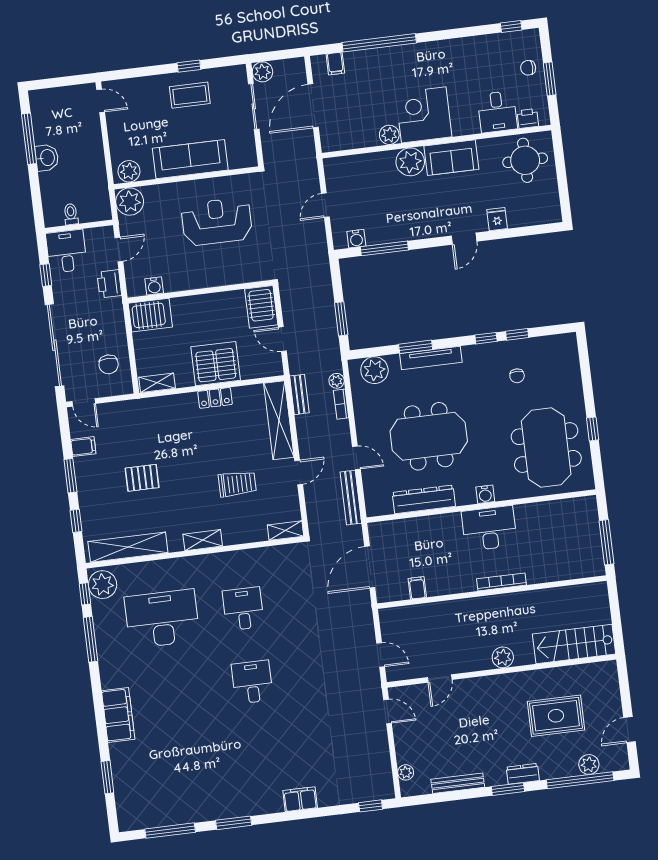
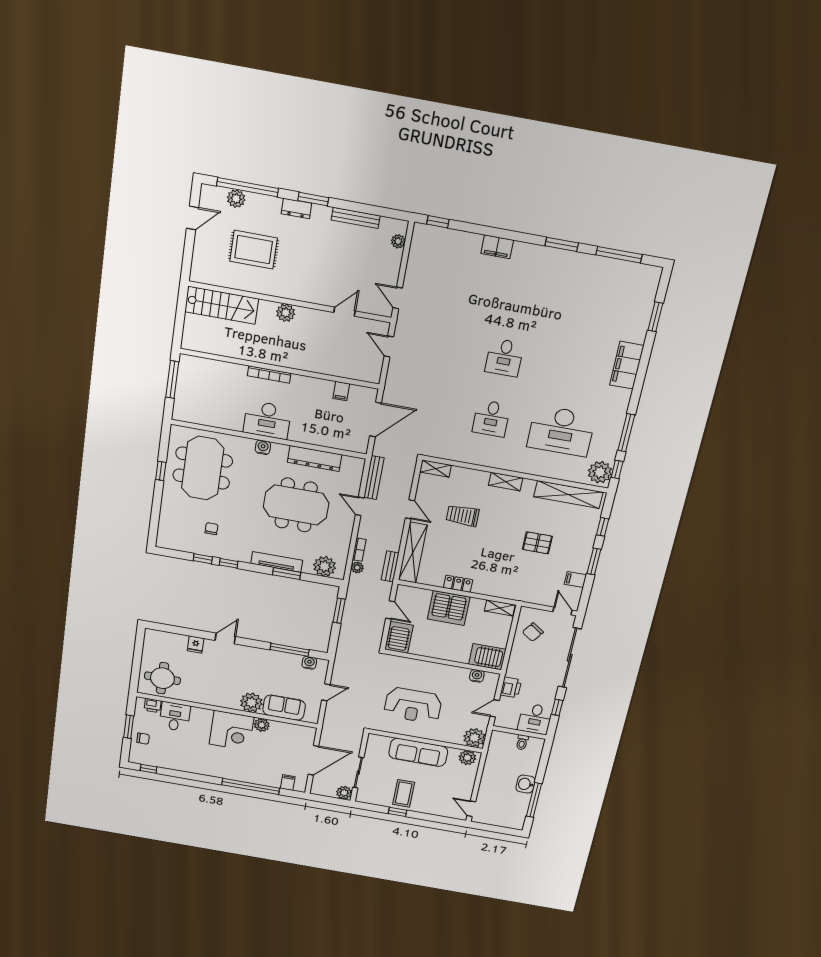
coffee table: (190, 95) -> (404, 793), turned 90
sofa: (451, 158) -> (284, 708), moved
chair: (109, 364) -> (533, 632), turned -145
door: (299, 472) -> (410, 509), swing flipped

